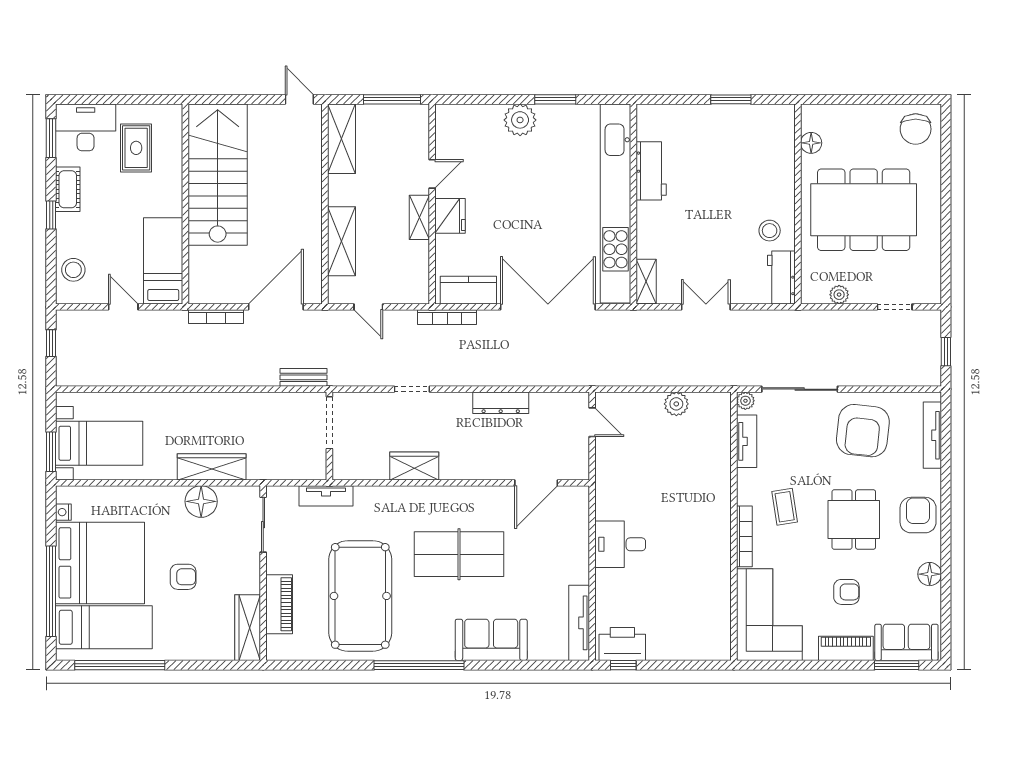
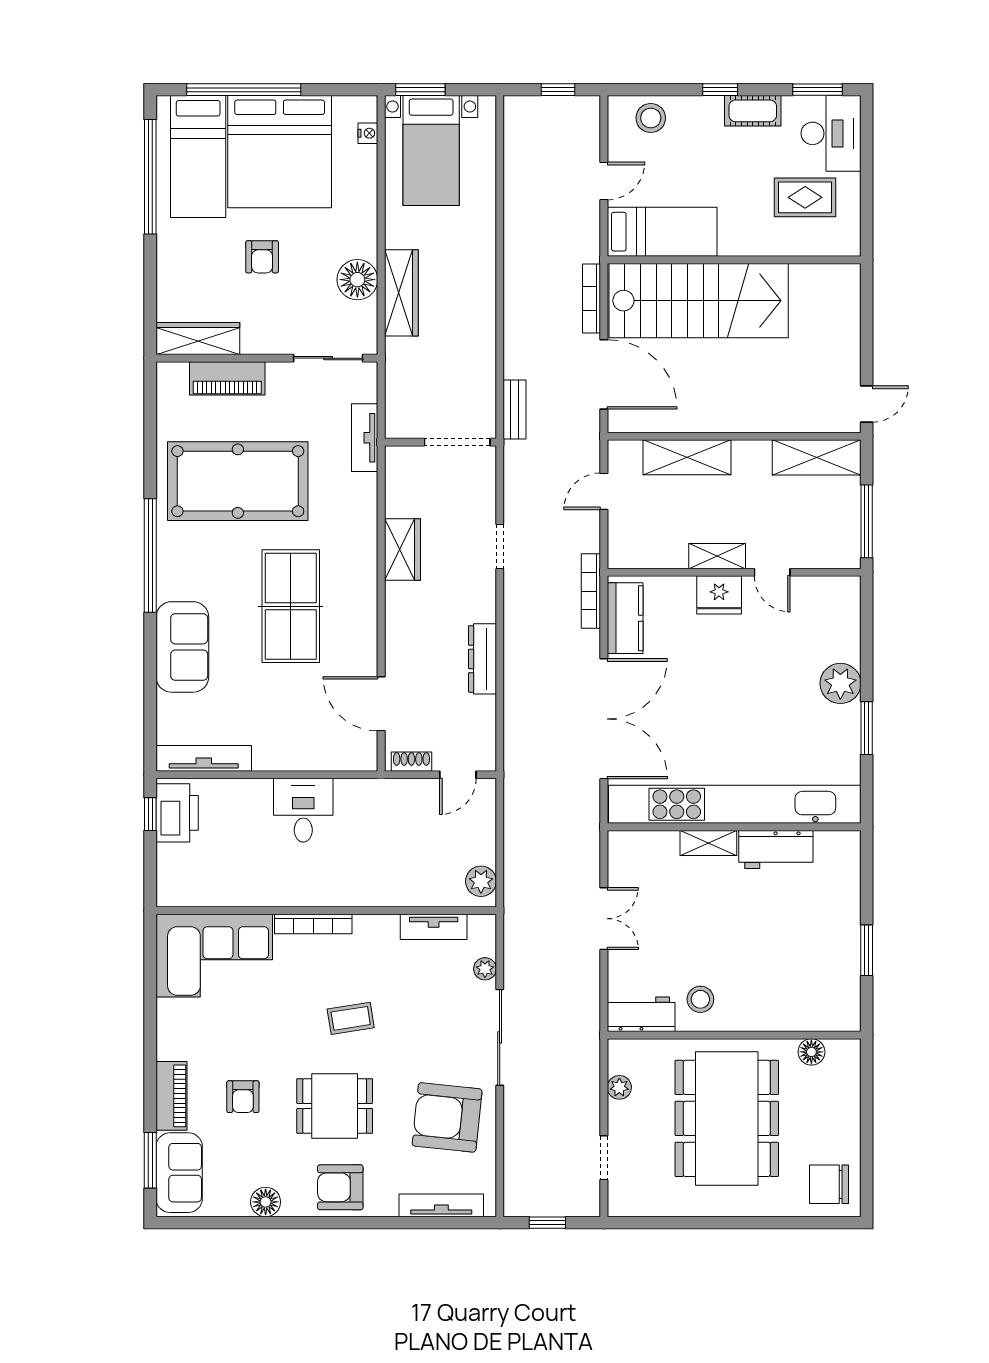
stairs: (218, 175) -> (699, 301), moved
shelving: (646, 281) -> (708, 843), moved
tv unit: (747, 441) -> (434, 927), moved
shoe rack: (582, 459) -> (411, 762), added
nightstand: (63, 512) -> (368, 133), moved, turned 90
armchair: (918, 515) -> (340, 1187), turned 180
wall: (734, 526) -> (326, 911), moved
bookcase: (744, 536) -> (313, 924), moved
corner sofa: (769, 615) -> (214, 956), moved

